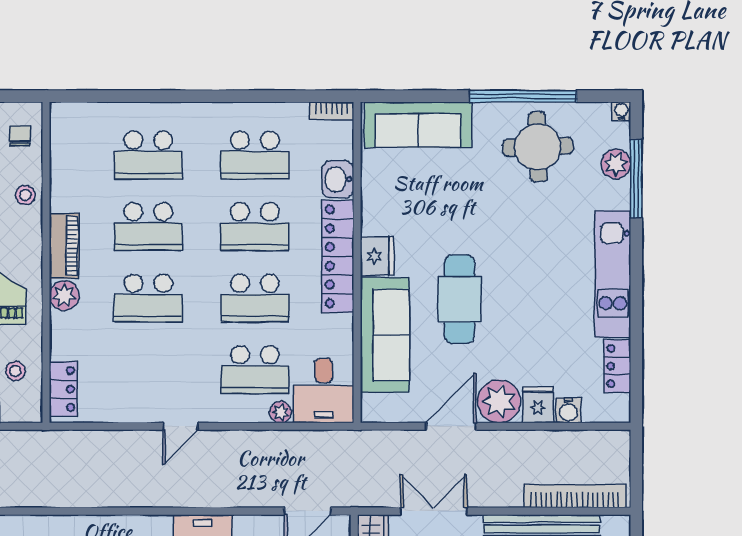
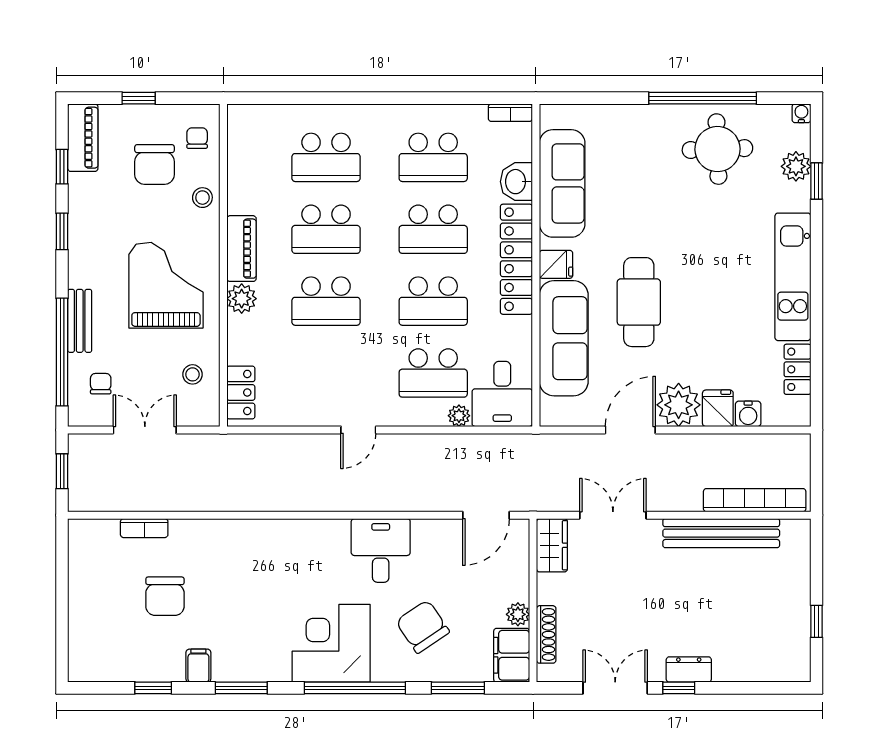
sofa: (418, 125) -> (562, 183), moved, turned -90
window: (636, 179) -> (817, 181), width x0.46
fridge: (377, 256) -> (556, 264), width x0.72

